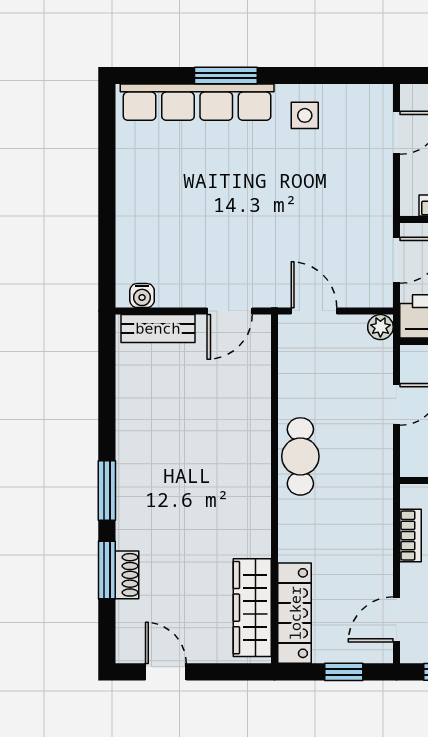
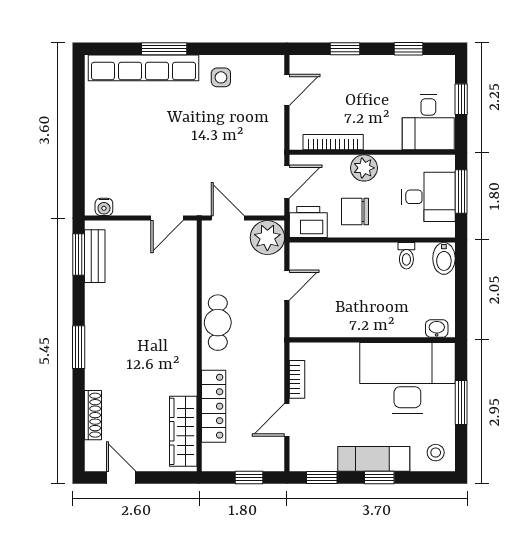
plant: (380, 327) -> (267, 238), width x1.88, depth x1.88
bench: (158, 328) -> (95, 256), moved, turned 90
window: (107, 570) -> (79, 255), moved
shoe rack: (127, 575) -> (93, 415), width x1.43
locker: (295, 613) -> (214, 406), moved
door: (397, 619) -> (287, 420), moved

